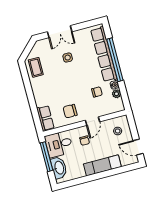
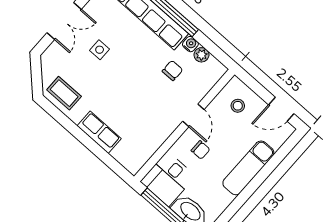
chair: (70, 111) -> (153, 122), removed
row of seats: (45, 118) -> (99, 132), moved

